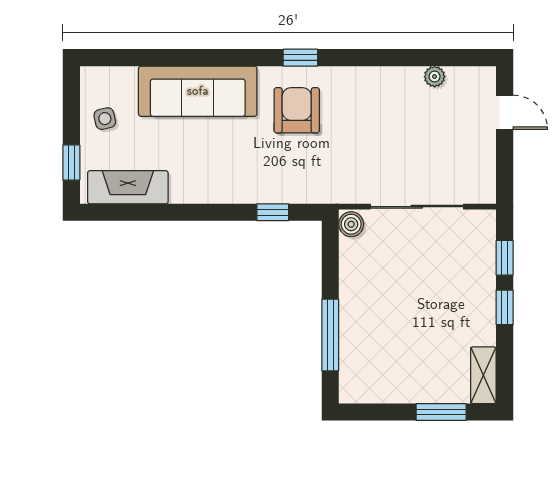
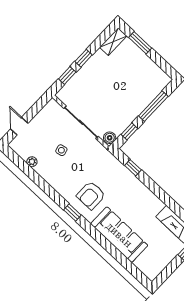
side table: (105, 119) -> (61, 150), moved
window: (330, 262) -> (129, 131), added

